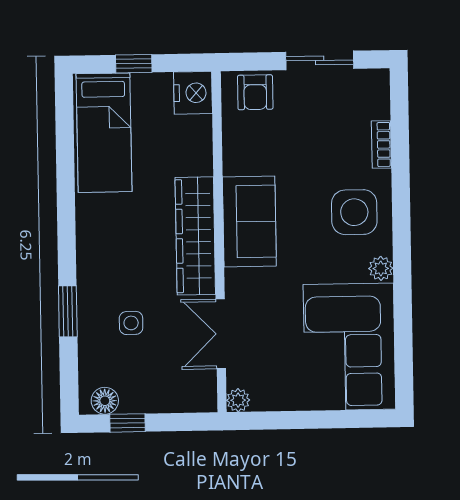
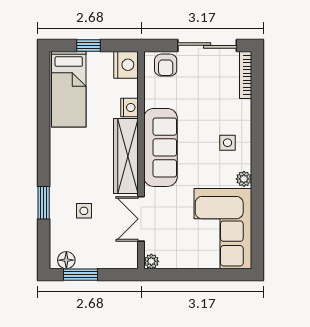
sliding door: (320, 60) -> (207, 45), width x1.37
bookcase: (381, 144) -> (246, 75), moved, width x1.56
nightstand: (200, 160) -> (129, 108), added
side table: (354, 212) -> (228, 143), width x0.54, depth x0.54
sofa: (249, 221) -> (160, 147), width x1.36
window: (128, 423) -> (81, 275), width x1.50

